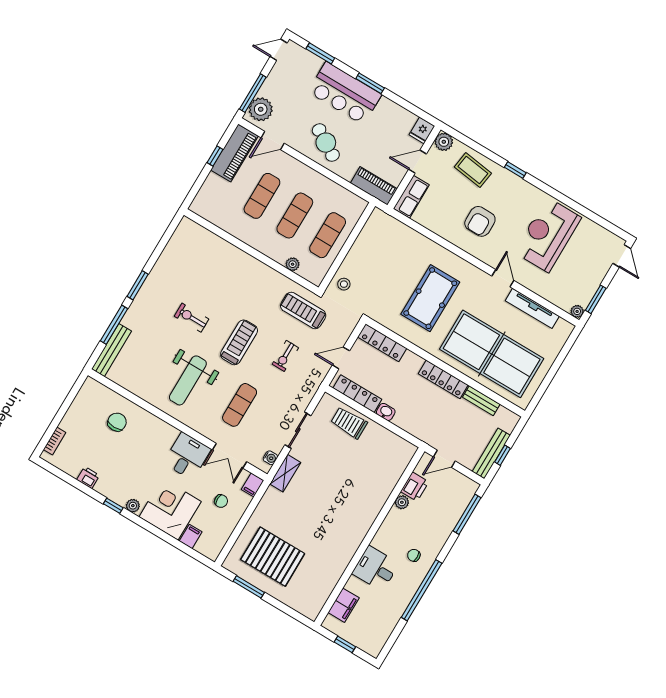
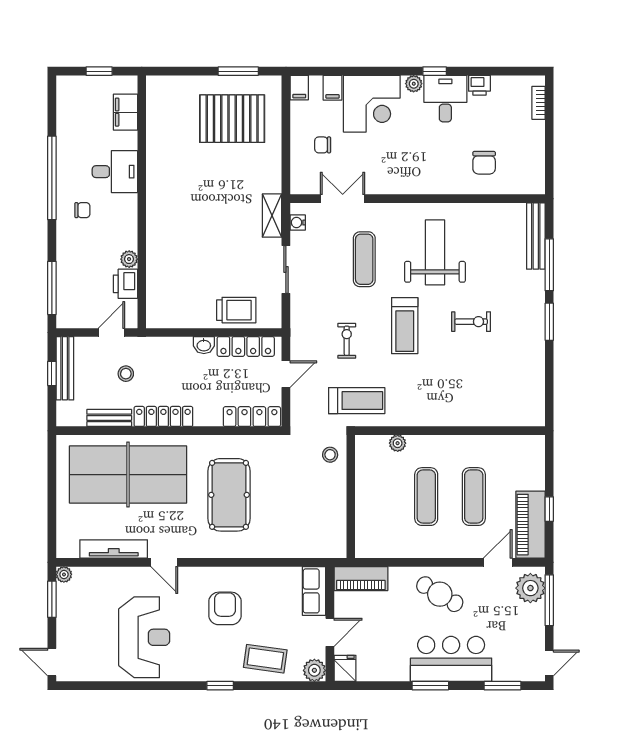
exercise mat: (328, 235) -> (379, 497), removed
stool: (451, 424) -> (126, 374), added
desk: (187, 456) -> (445, 99), moved, turned 180
filing cabinet: (253, 485) -> (299, 88), moved, turned 180

